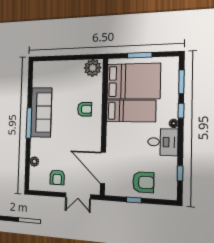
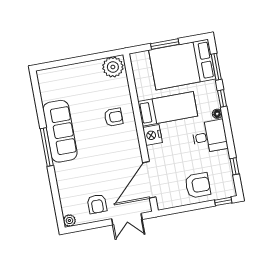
bed: (133, 81) -> (182, 65), moved, turned 180
nightstand: (113, 131) -> (152, 135), added
plant: (34, 162) -> (69, 221), moved
door: (103, 168) -> (149, 180), hinge flipped
window: (134, 200) -> (223, 201), moved

